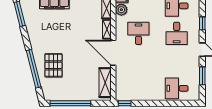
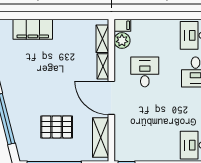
pallet: (53, 65) -> (57, 127), moved, turned 90

